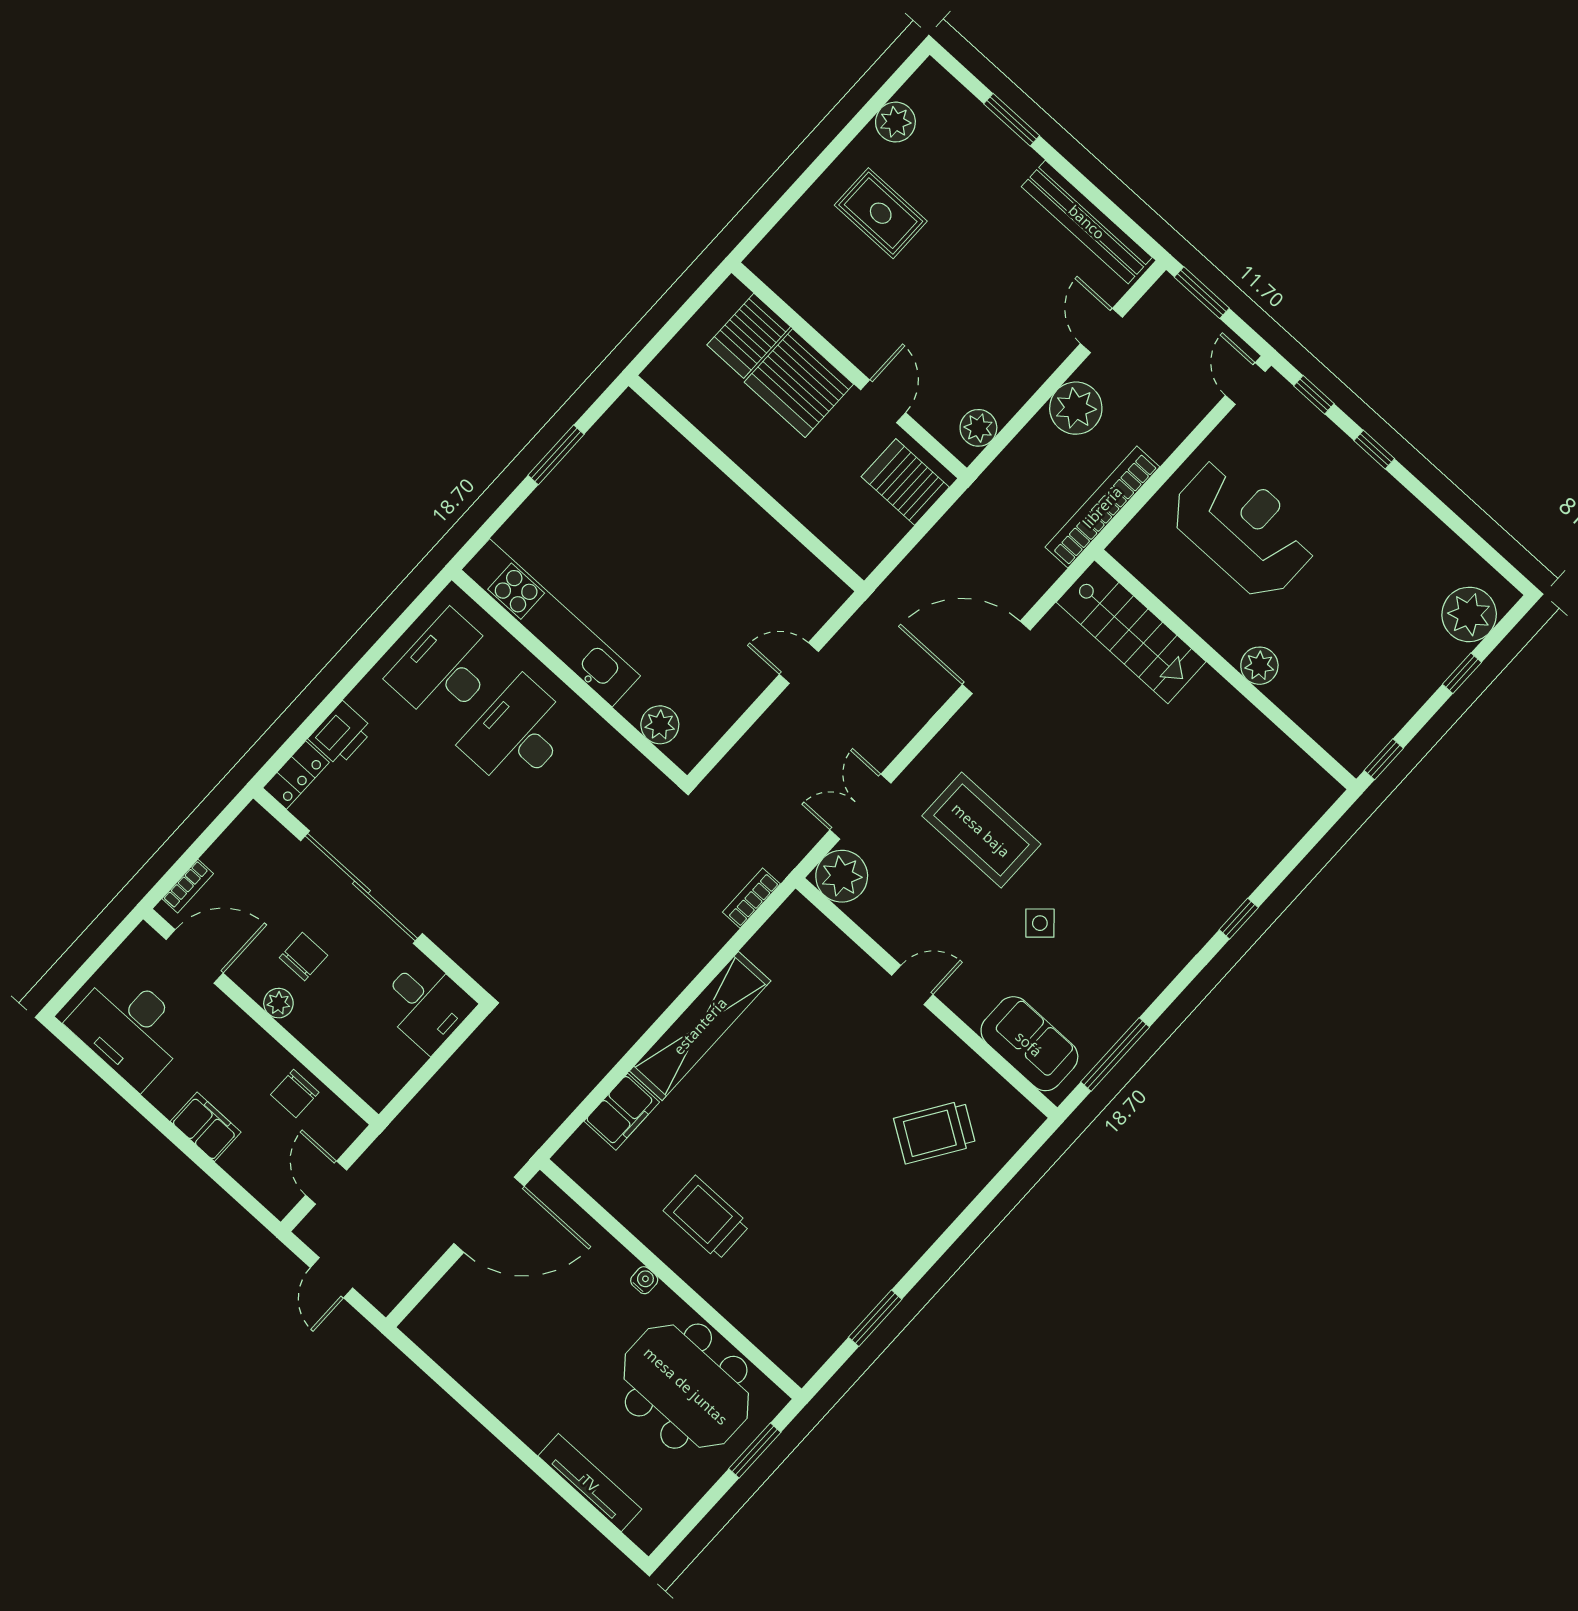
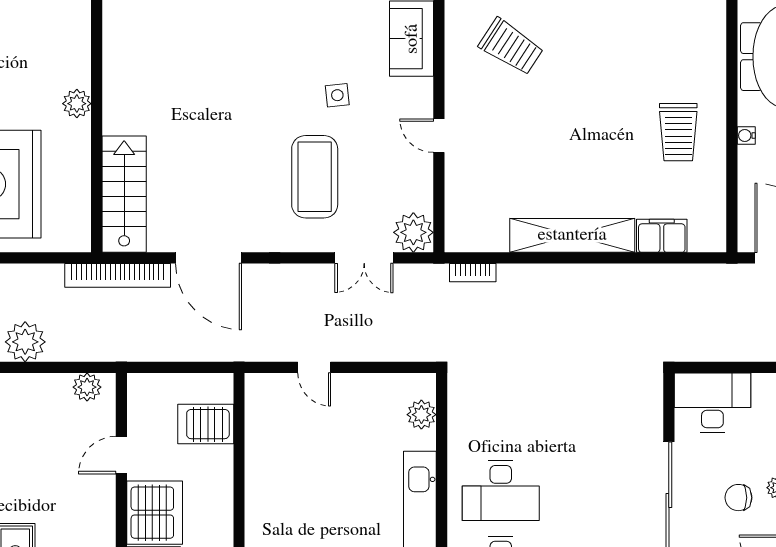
server rack: (905, 482) -> (206, 424), moved, turned 90
bookcase: (1102, 507) -> (118, 275), moved
side table: (1040, 923) -> (337, 95), turned 36
desk: (426, 1004) -> (712, 403), width x1.37

